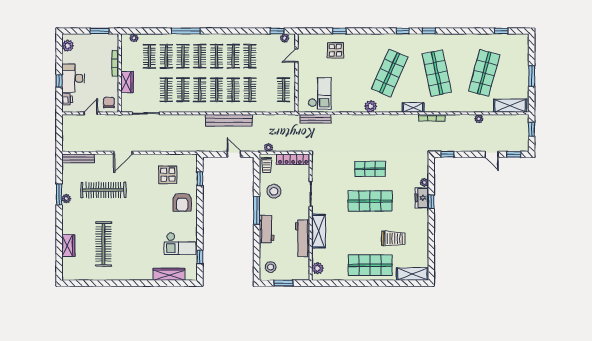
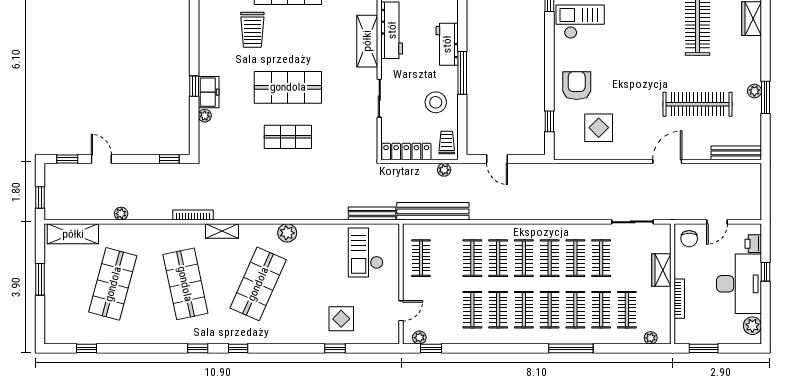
desk: (73, 78) -> (739, 284), width x1.36, depth x1.30
bench: (229, 120) -> (433, 211), moved
trolley: (393, 239) -> (252, 30), turned -90

